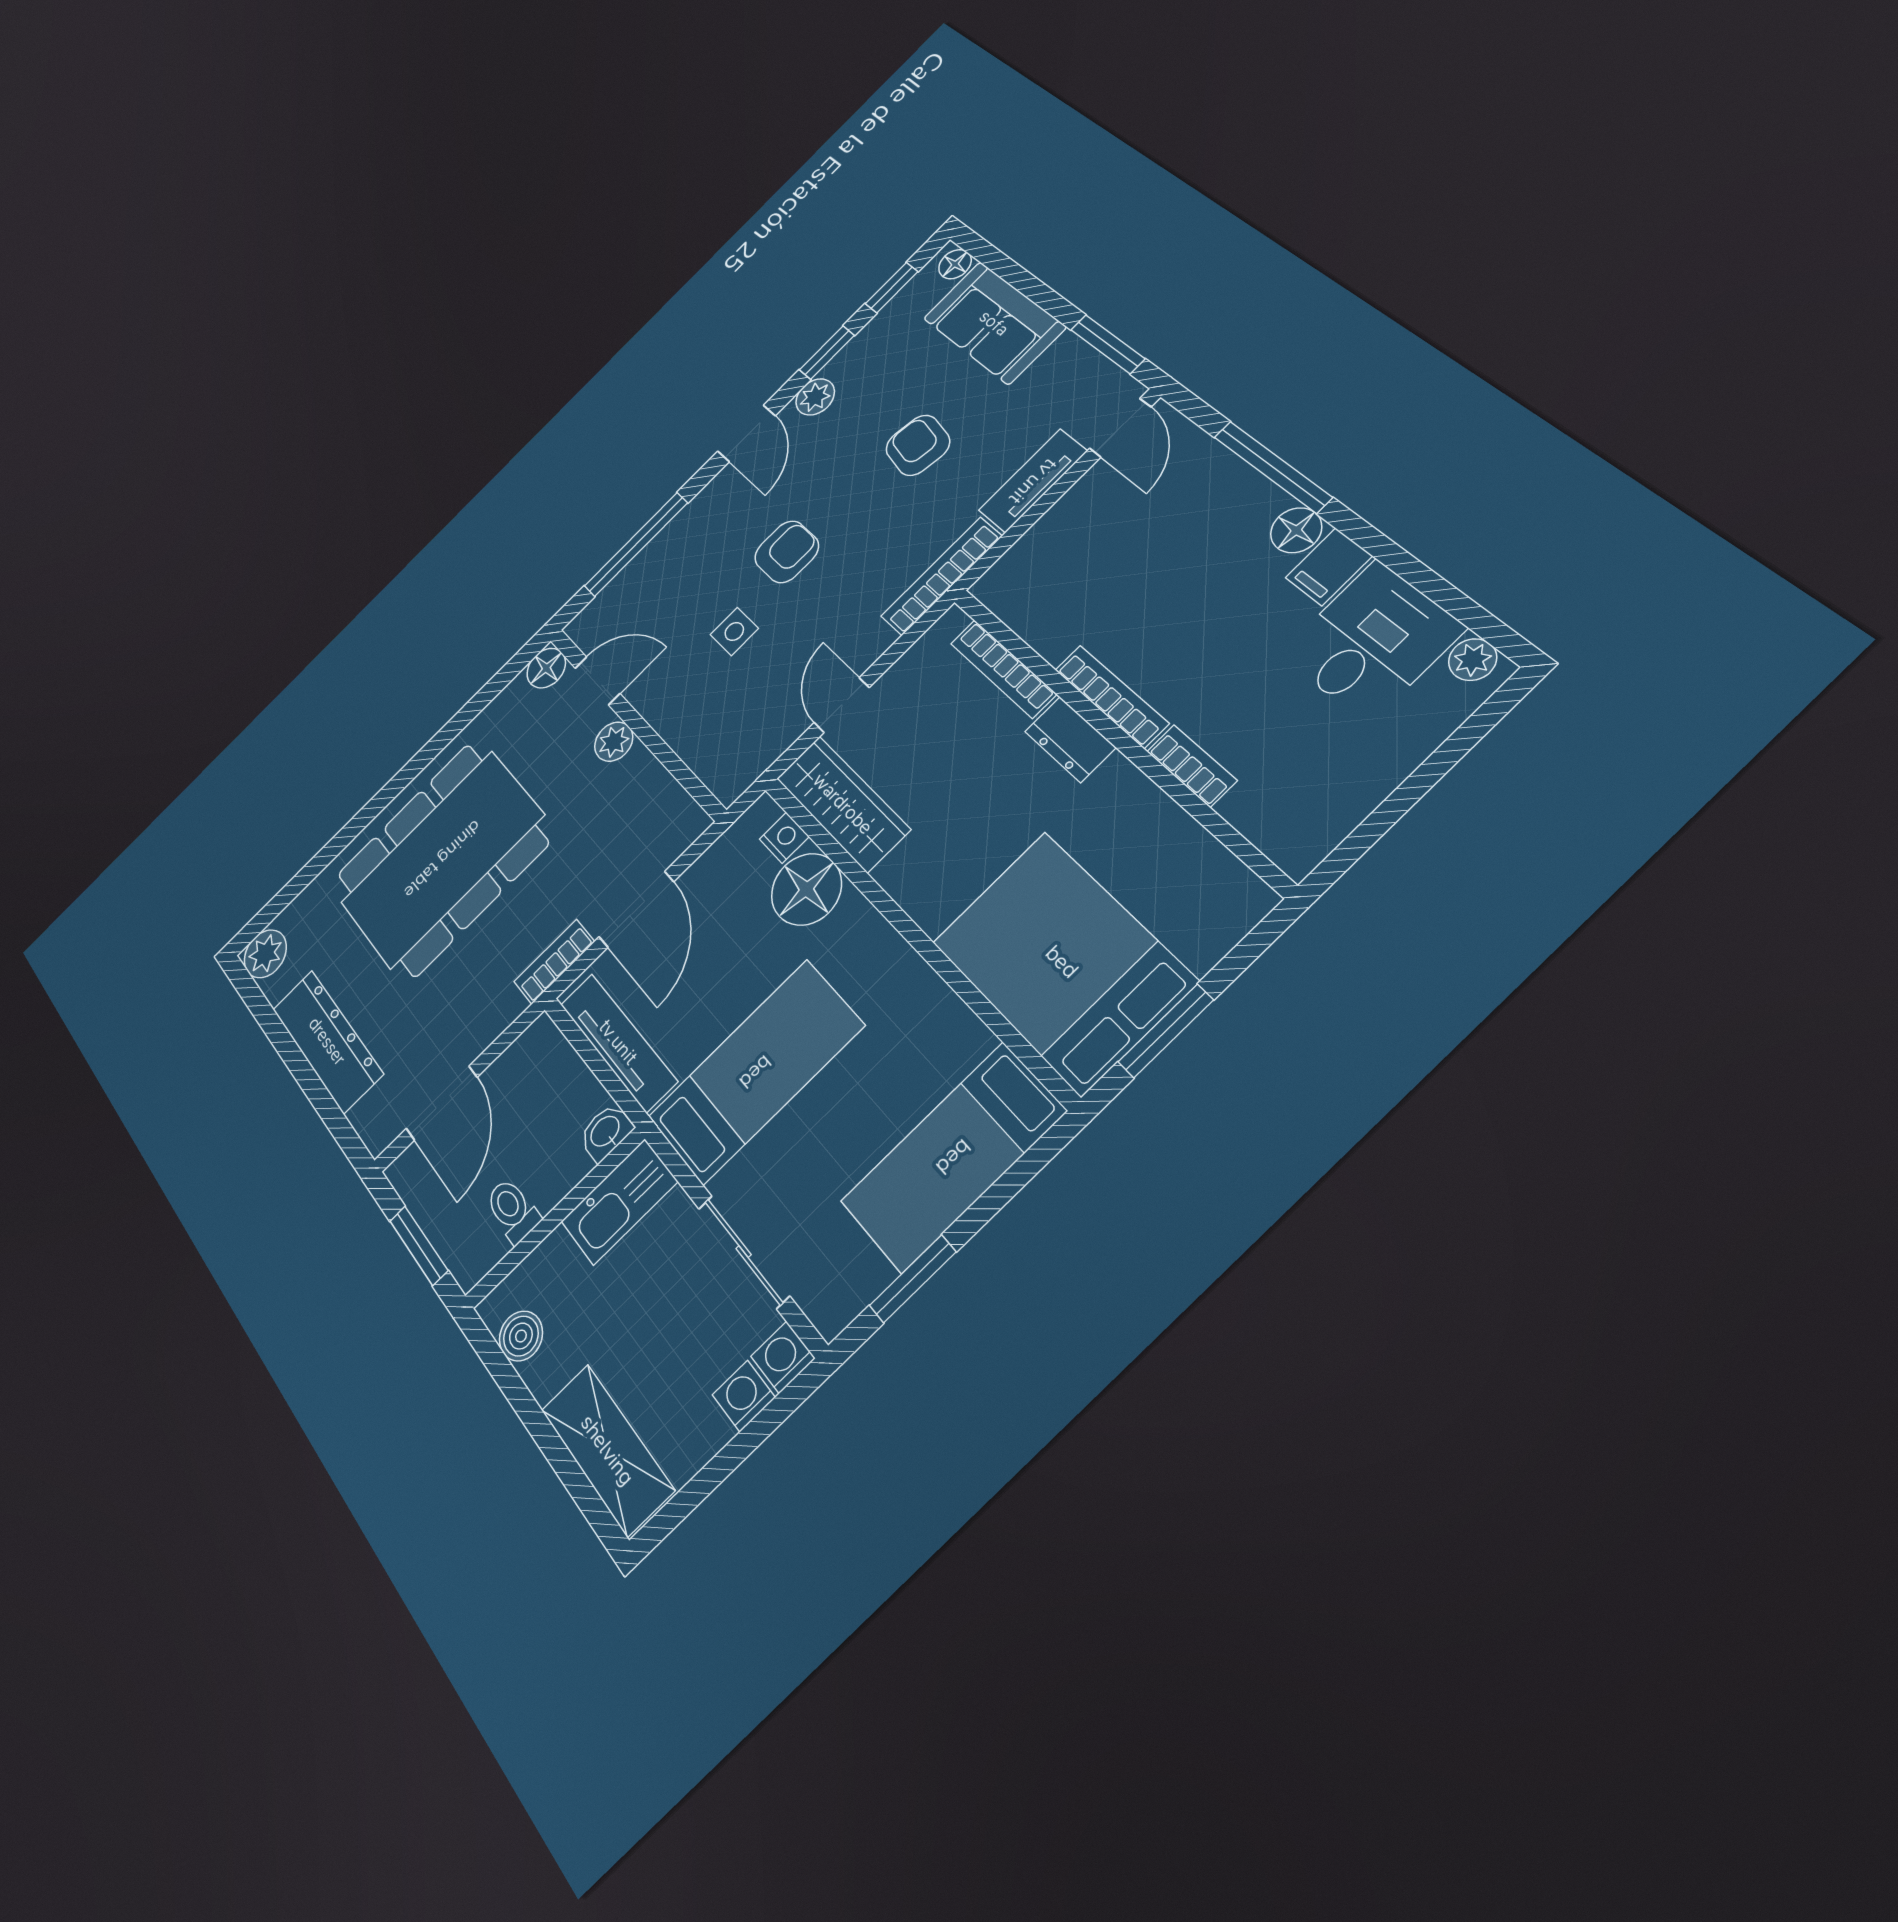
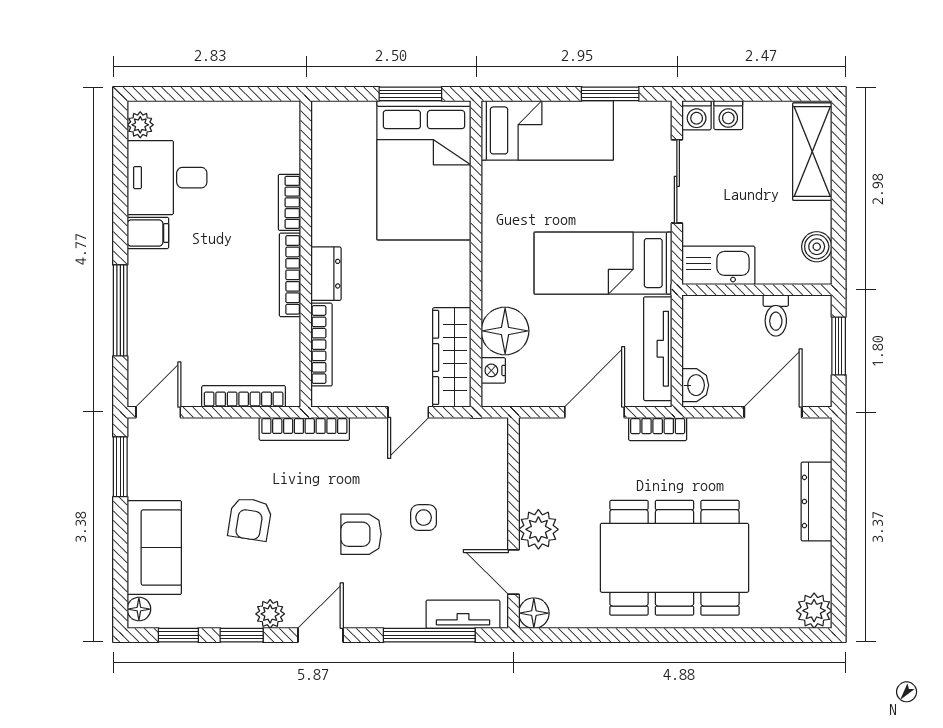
tv unit: (1033, 481) -> (463, 614), moved, turned 180
floor lamp: (1296, 530) -> (142, 267), removed
bookcase: (1040, 536) -> (244, 396), added
plant: (614, 742) -> (538, 529), width x1.38, depth x1.38
dresser: (327, 1041) -> (816, 501), width x0.73, depth x0.80
washbasin: (606, 1132) -> (695, 385), moved, turned -90

